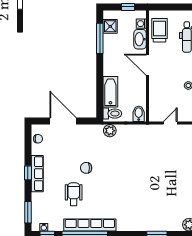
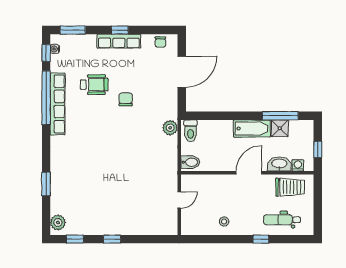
shower: (110, 26) -> (280, 128), moved
bathtub: (110, 92) -> (252, 129), moved
door: (170, 123) -> (179, 200), hinge flipped

